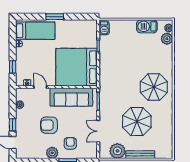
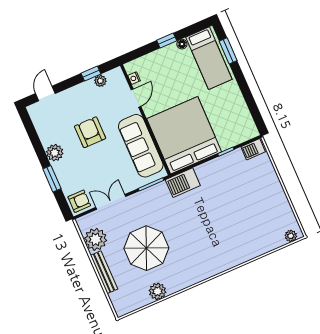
window: (55, 17) -> (228, 51), moved
barbecue: (147, 26) -> (183, 183), moved, turned -90
plant: (167, 39) -> (158, 291), moved
window: (13, 67) -> (167, 40), moved
parasol: (154, 87) -> (203, 251), removed
window: (13, 125) -> (91, 74), moved
armchair: (70, 143) -> (79, 201), moved

